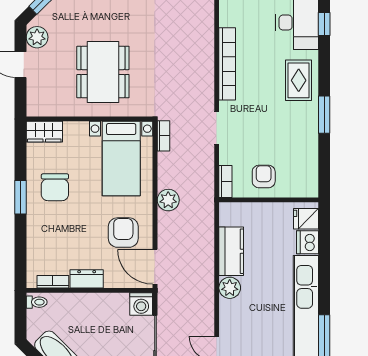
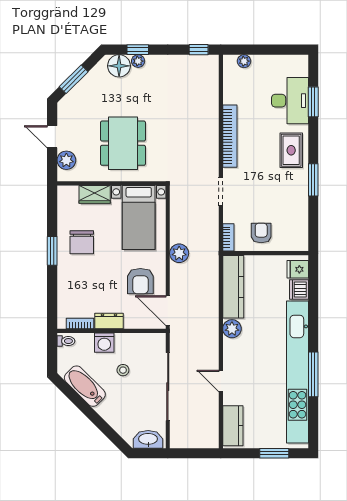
window: (324, 24) -> (313, 102), width x1.50
plant: (37, 37) -> (66, 160), moved
wardrobe: (44, 132) -> (95, 194), moved
bookcase: (163, 136) -> (175, 198), removed
armchair: (123, 233) -> (140, 281), turned 180
kitchen counter: (231, 251) -> (233, 287), width x1.50
washing machine: (141, 304) -> (104, 343), moved
stool: (103, 336) -> (123, 370), added

